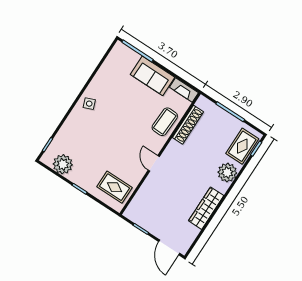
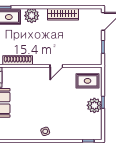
coffee table: (165, 122) -> (25, 76), removed
plant: (63, 164) -> (94, 105), moved
rug: (114, 187) -> (88, 81), turned 90

